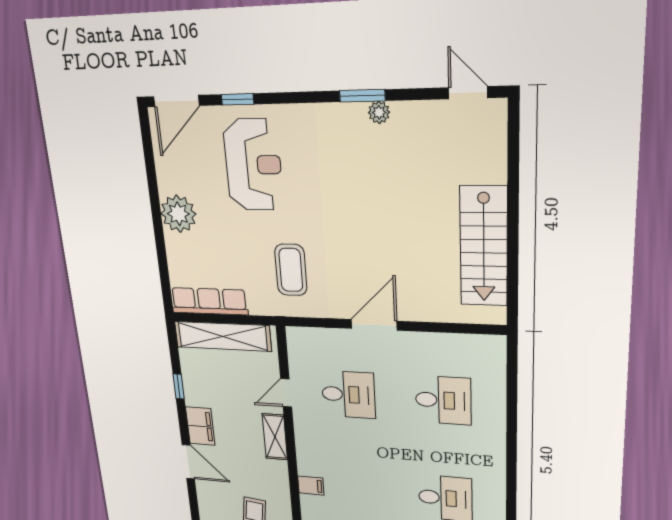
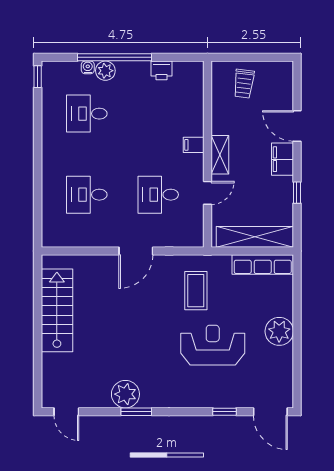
door: (176, 101) -> (270, 412), swing flipped
plant: (379, 112) -> (125, 394), width x1.87, depth x1.87
reception desk: (253, 165) -> (213, 345), moved, turned 90
filing cabinet: (311, 486) -> (194, 145), moved

